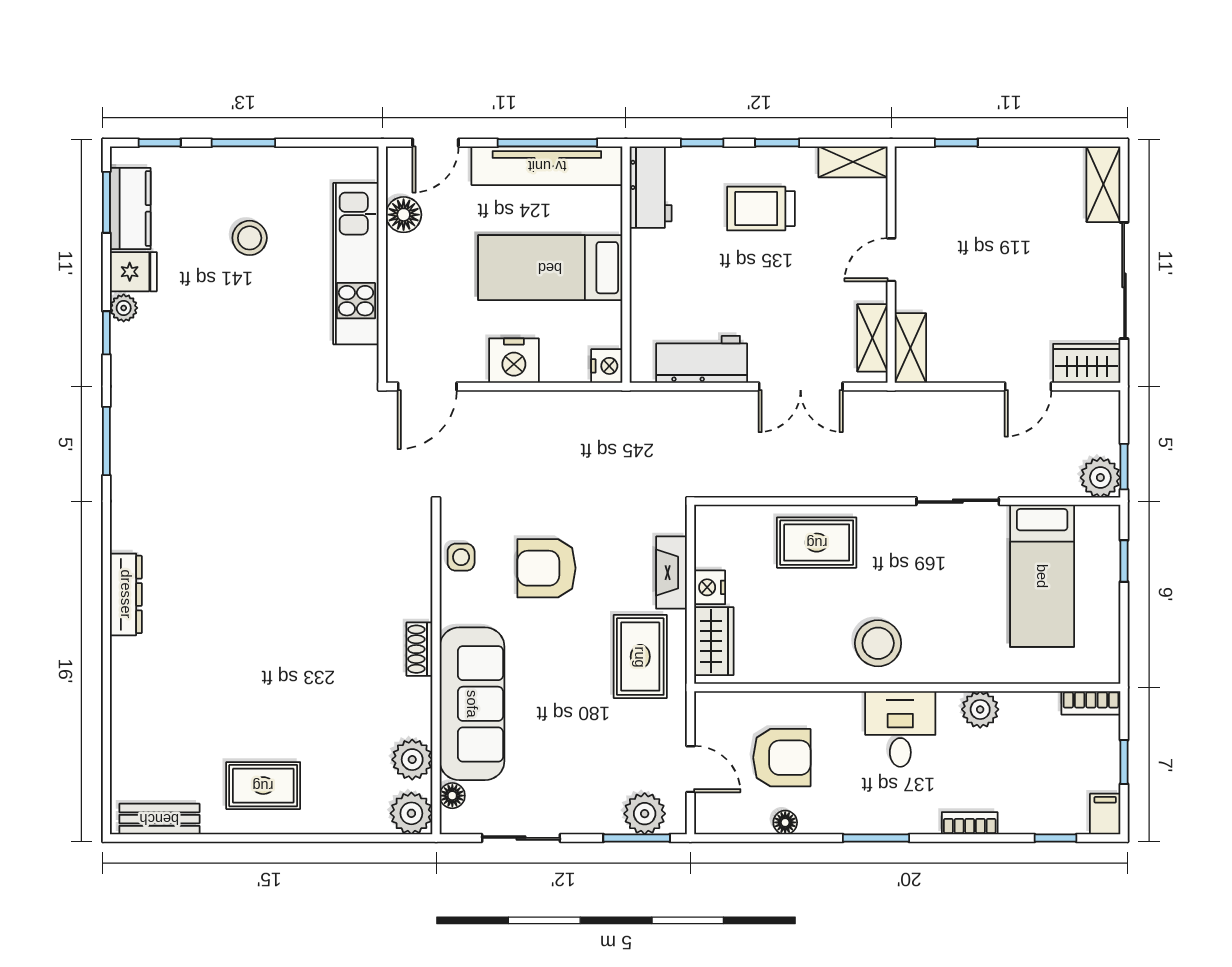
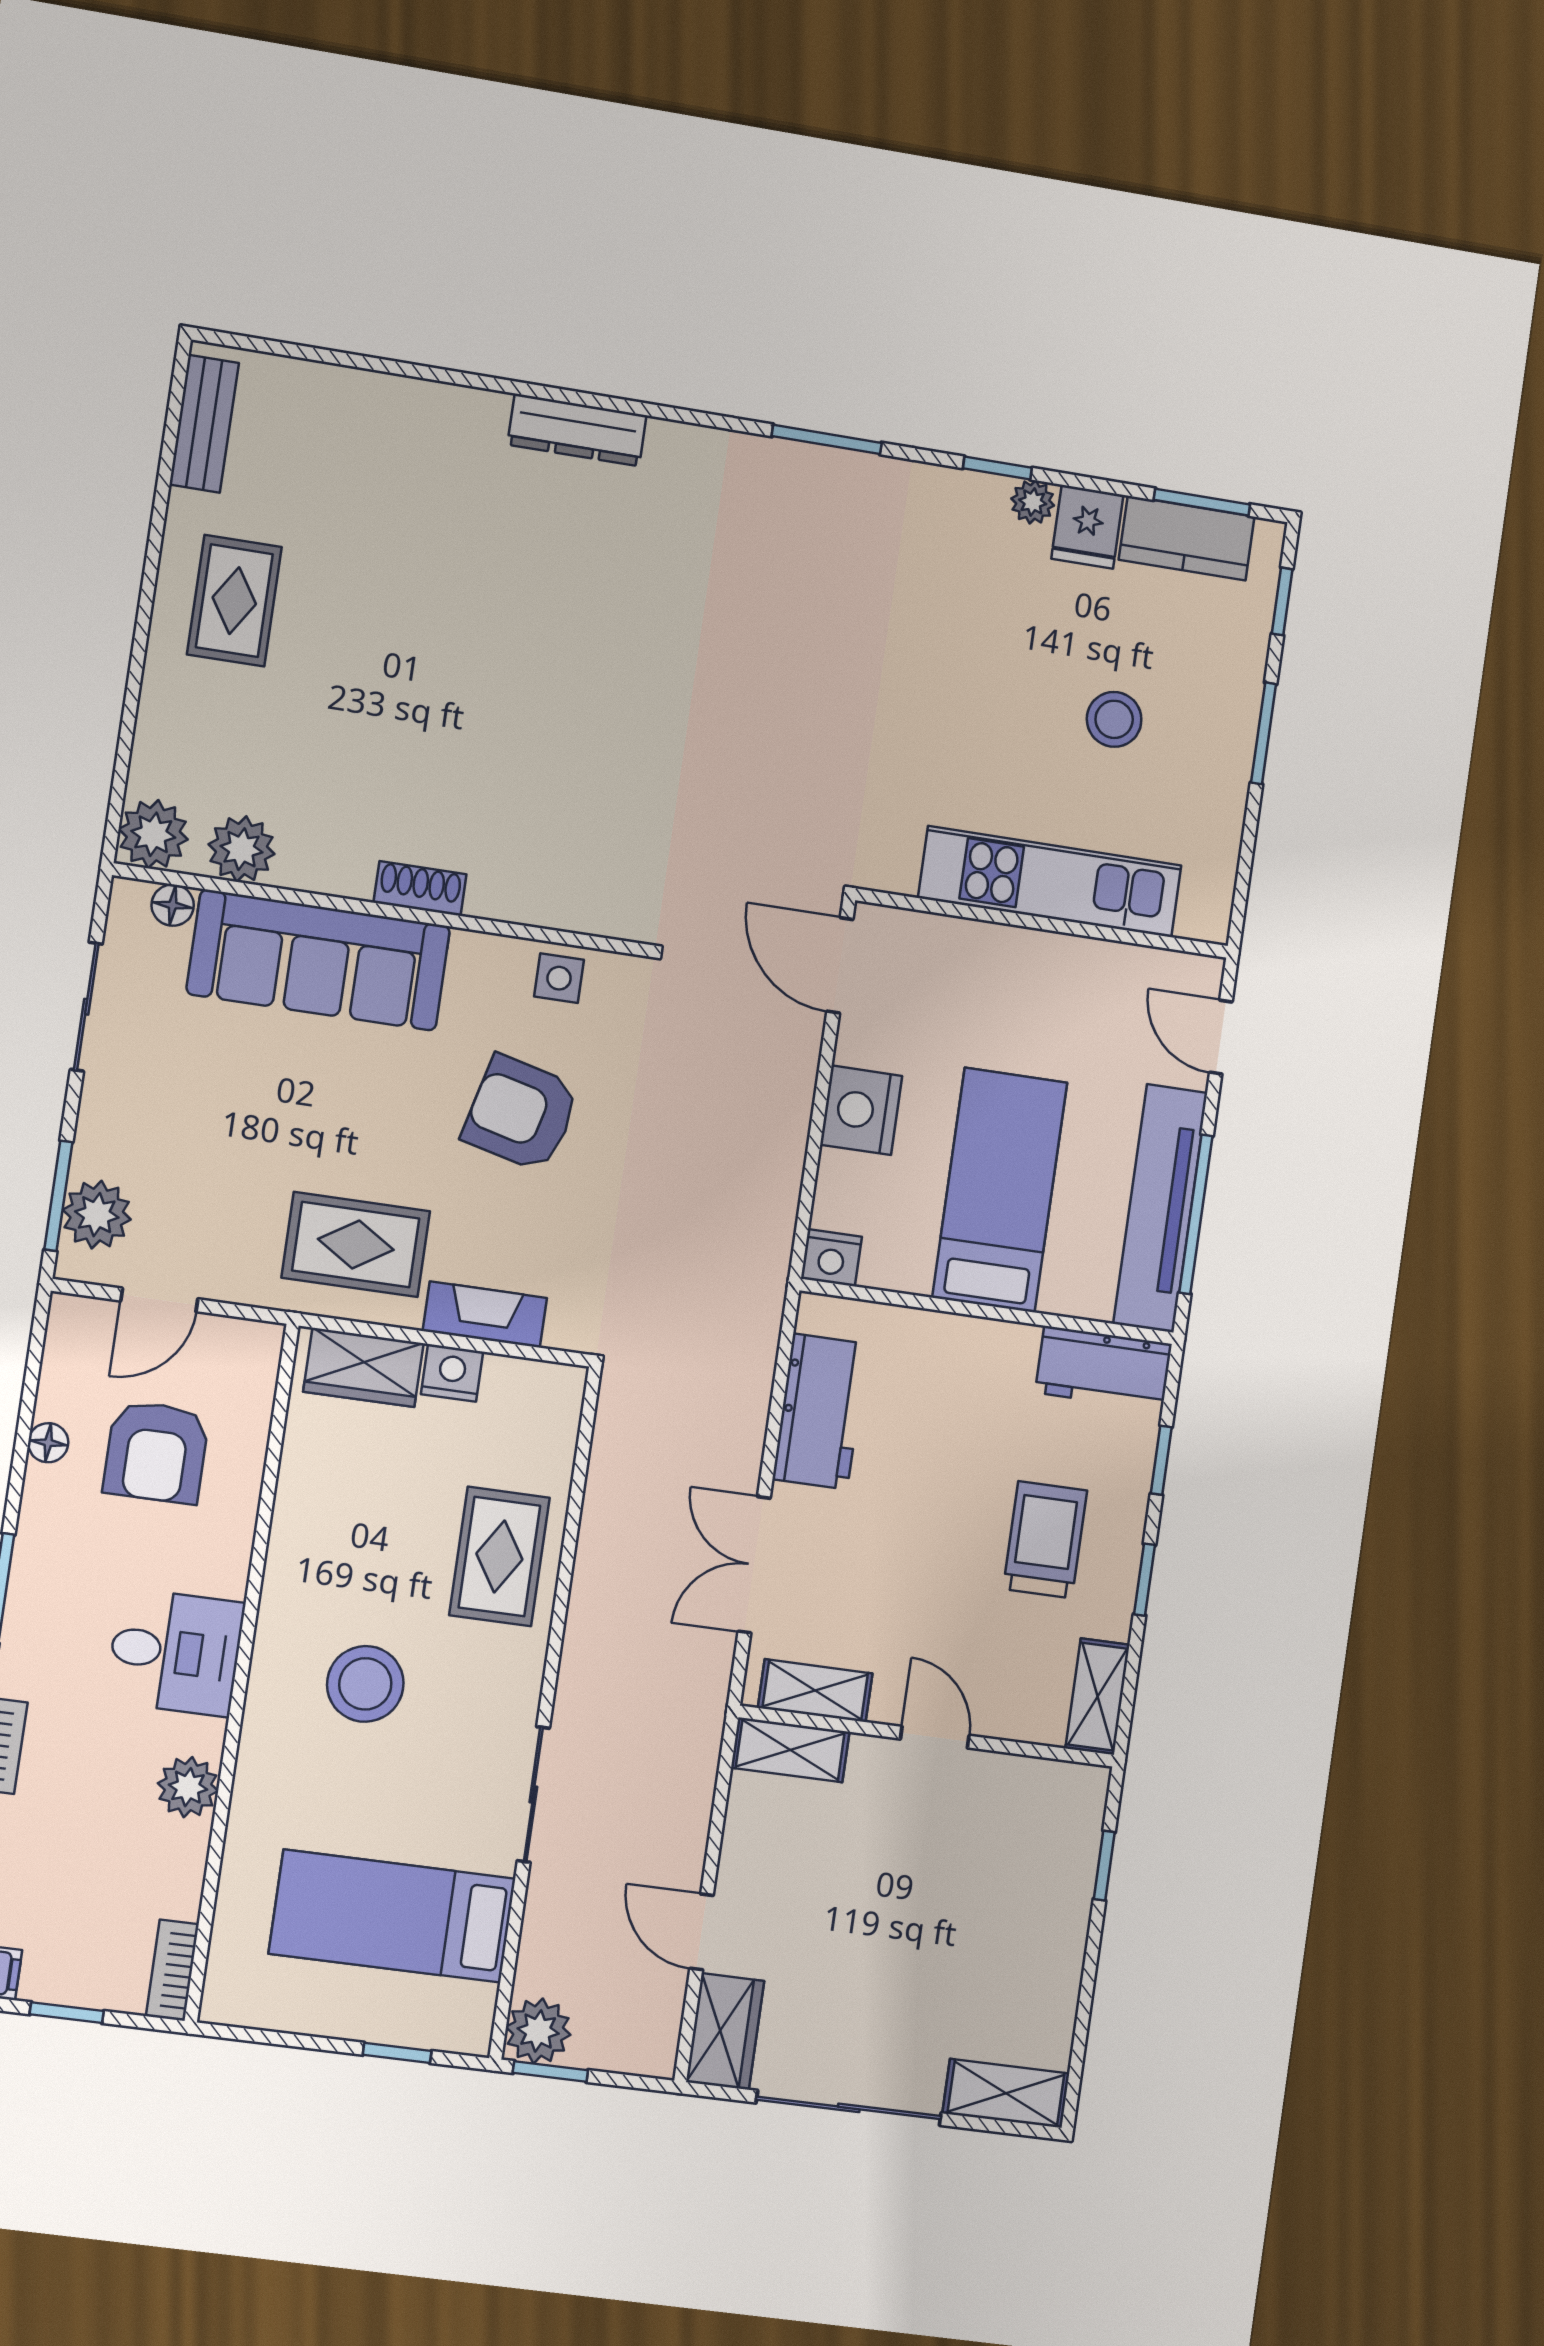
floor lamp: (404, 215) -> (1116, 969), removed
armchair: (547, 568) -> (521, 1113), turned -76
stool: (878, 643) -> (365, 1684), moved

